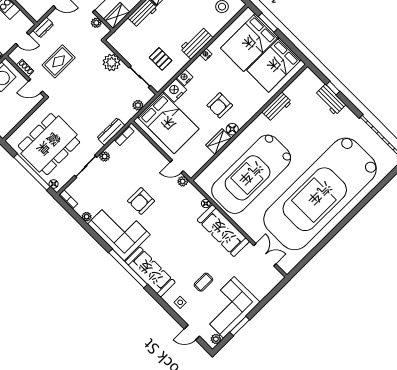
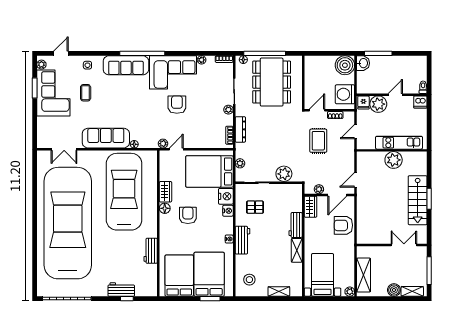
dresser: (43, 27) -> (350, 152), removed

